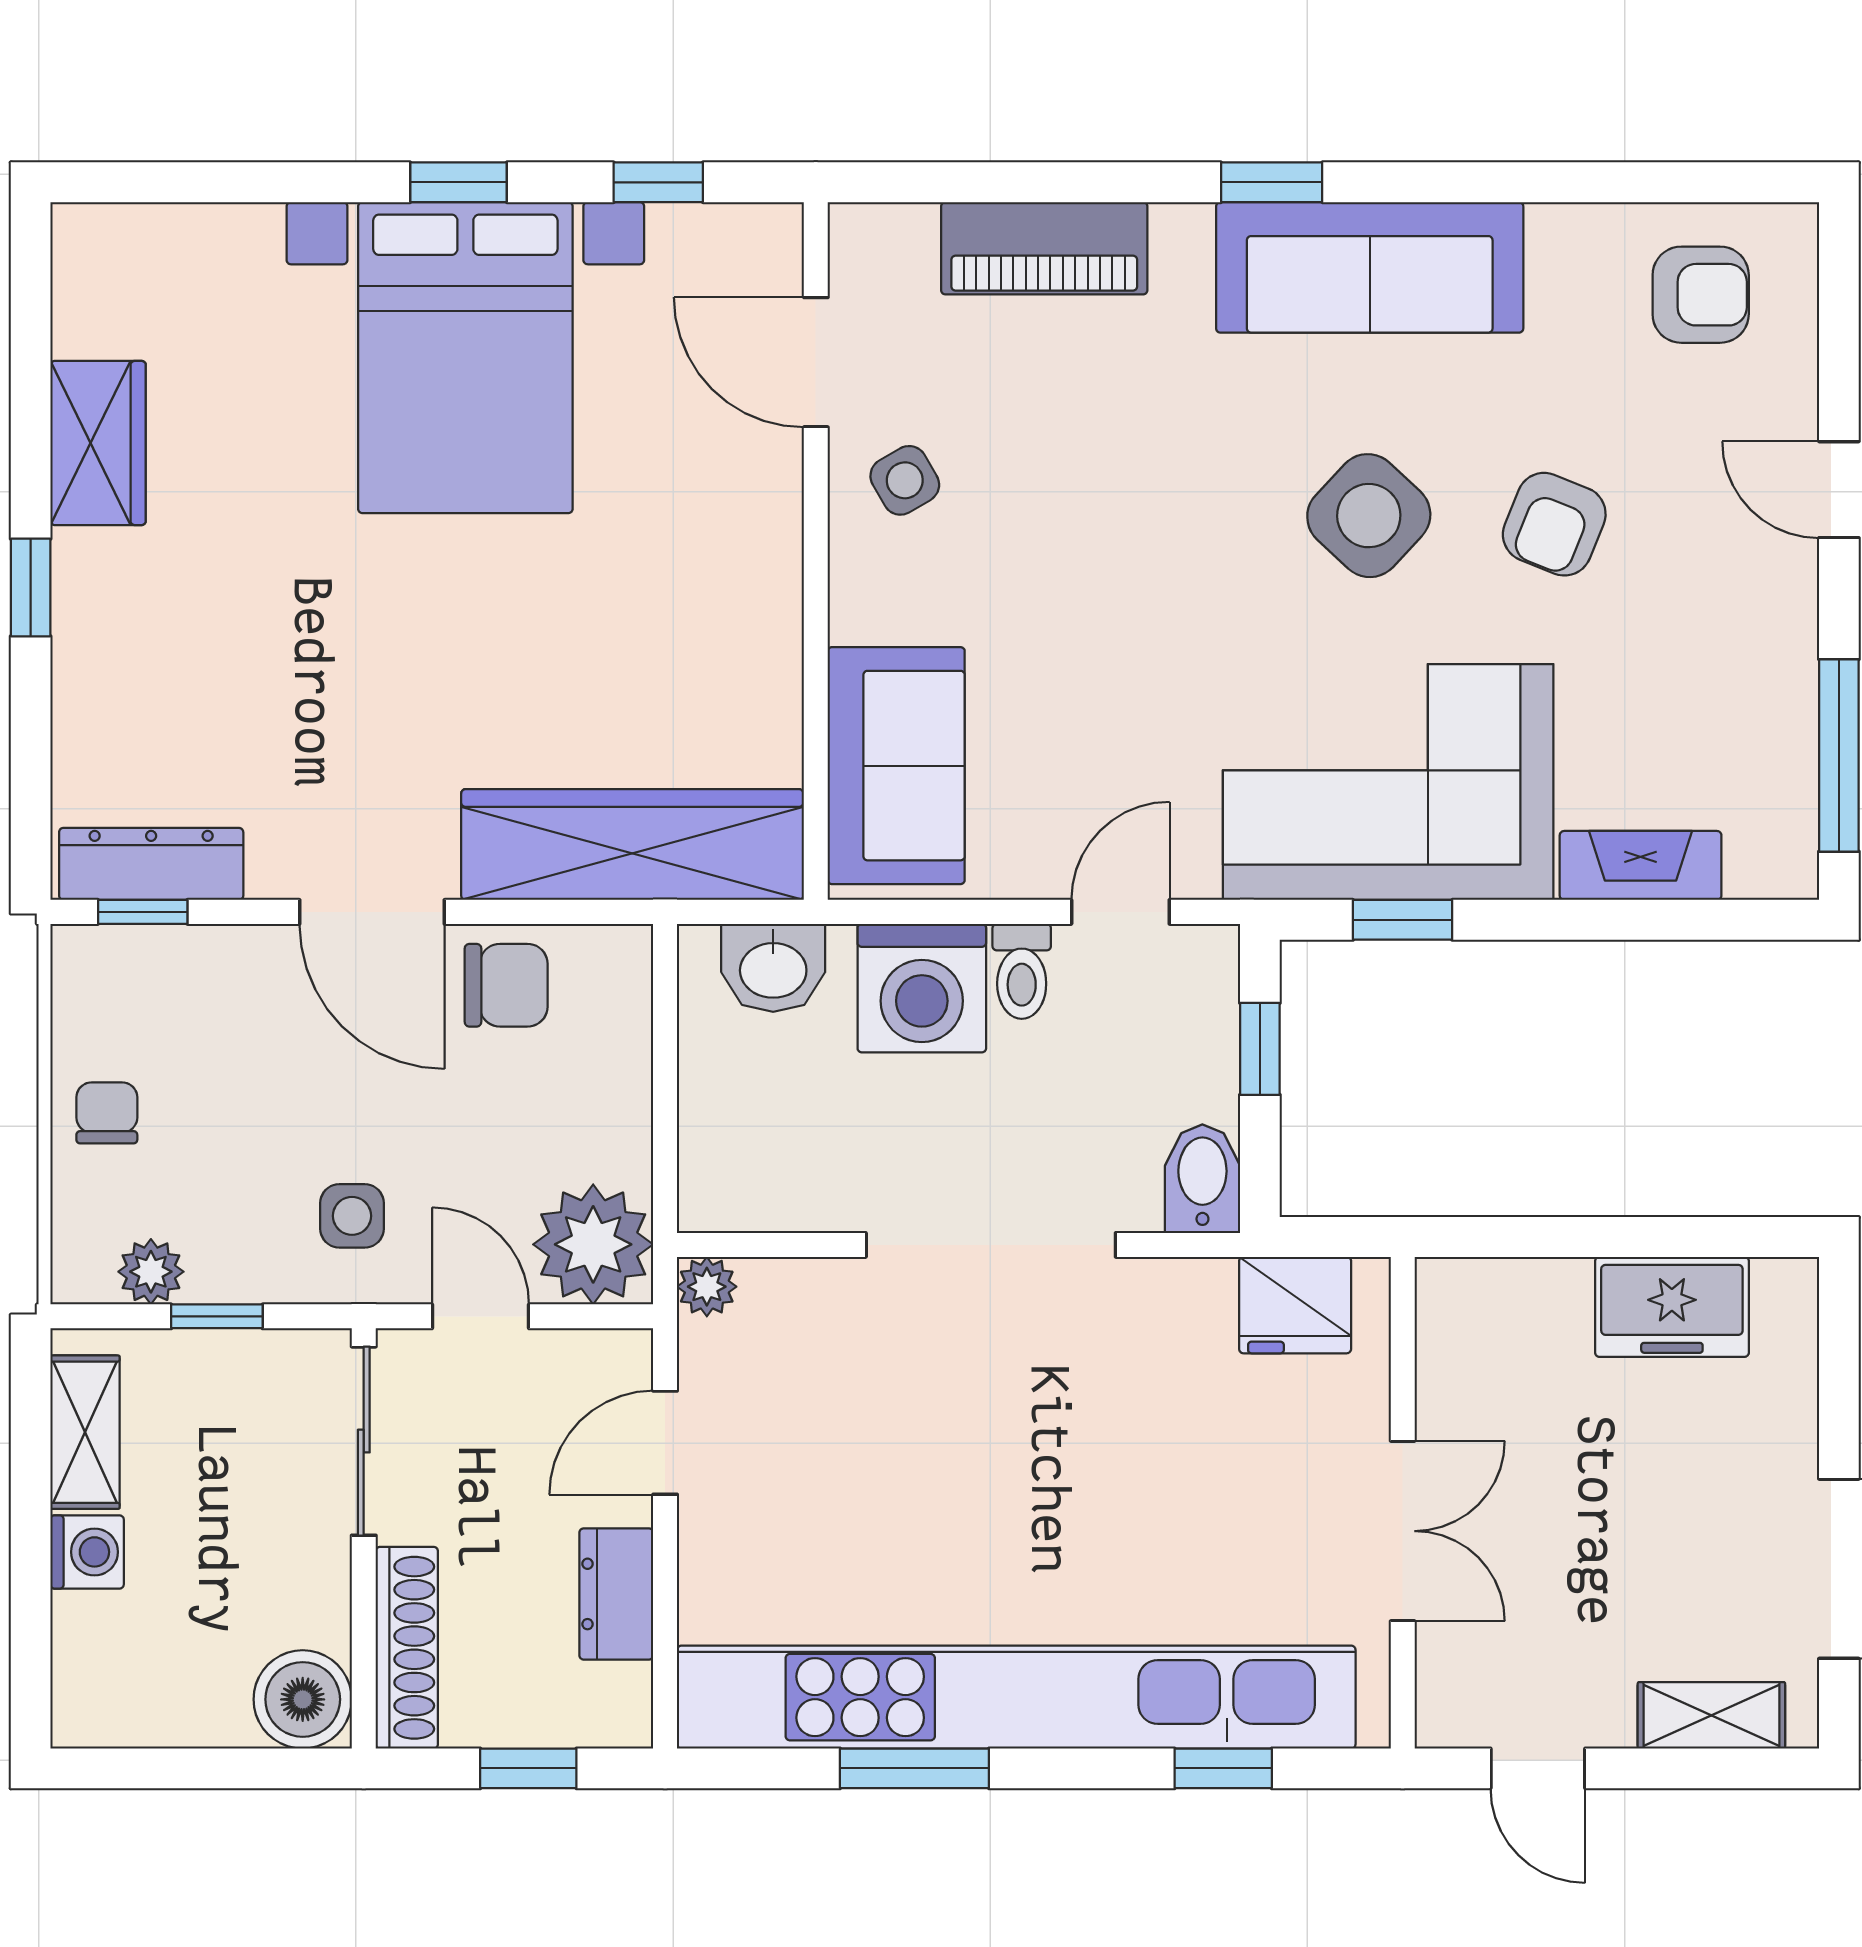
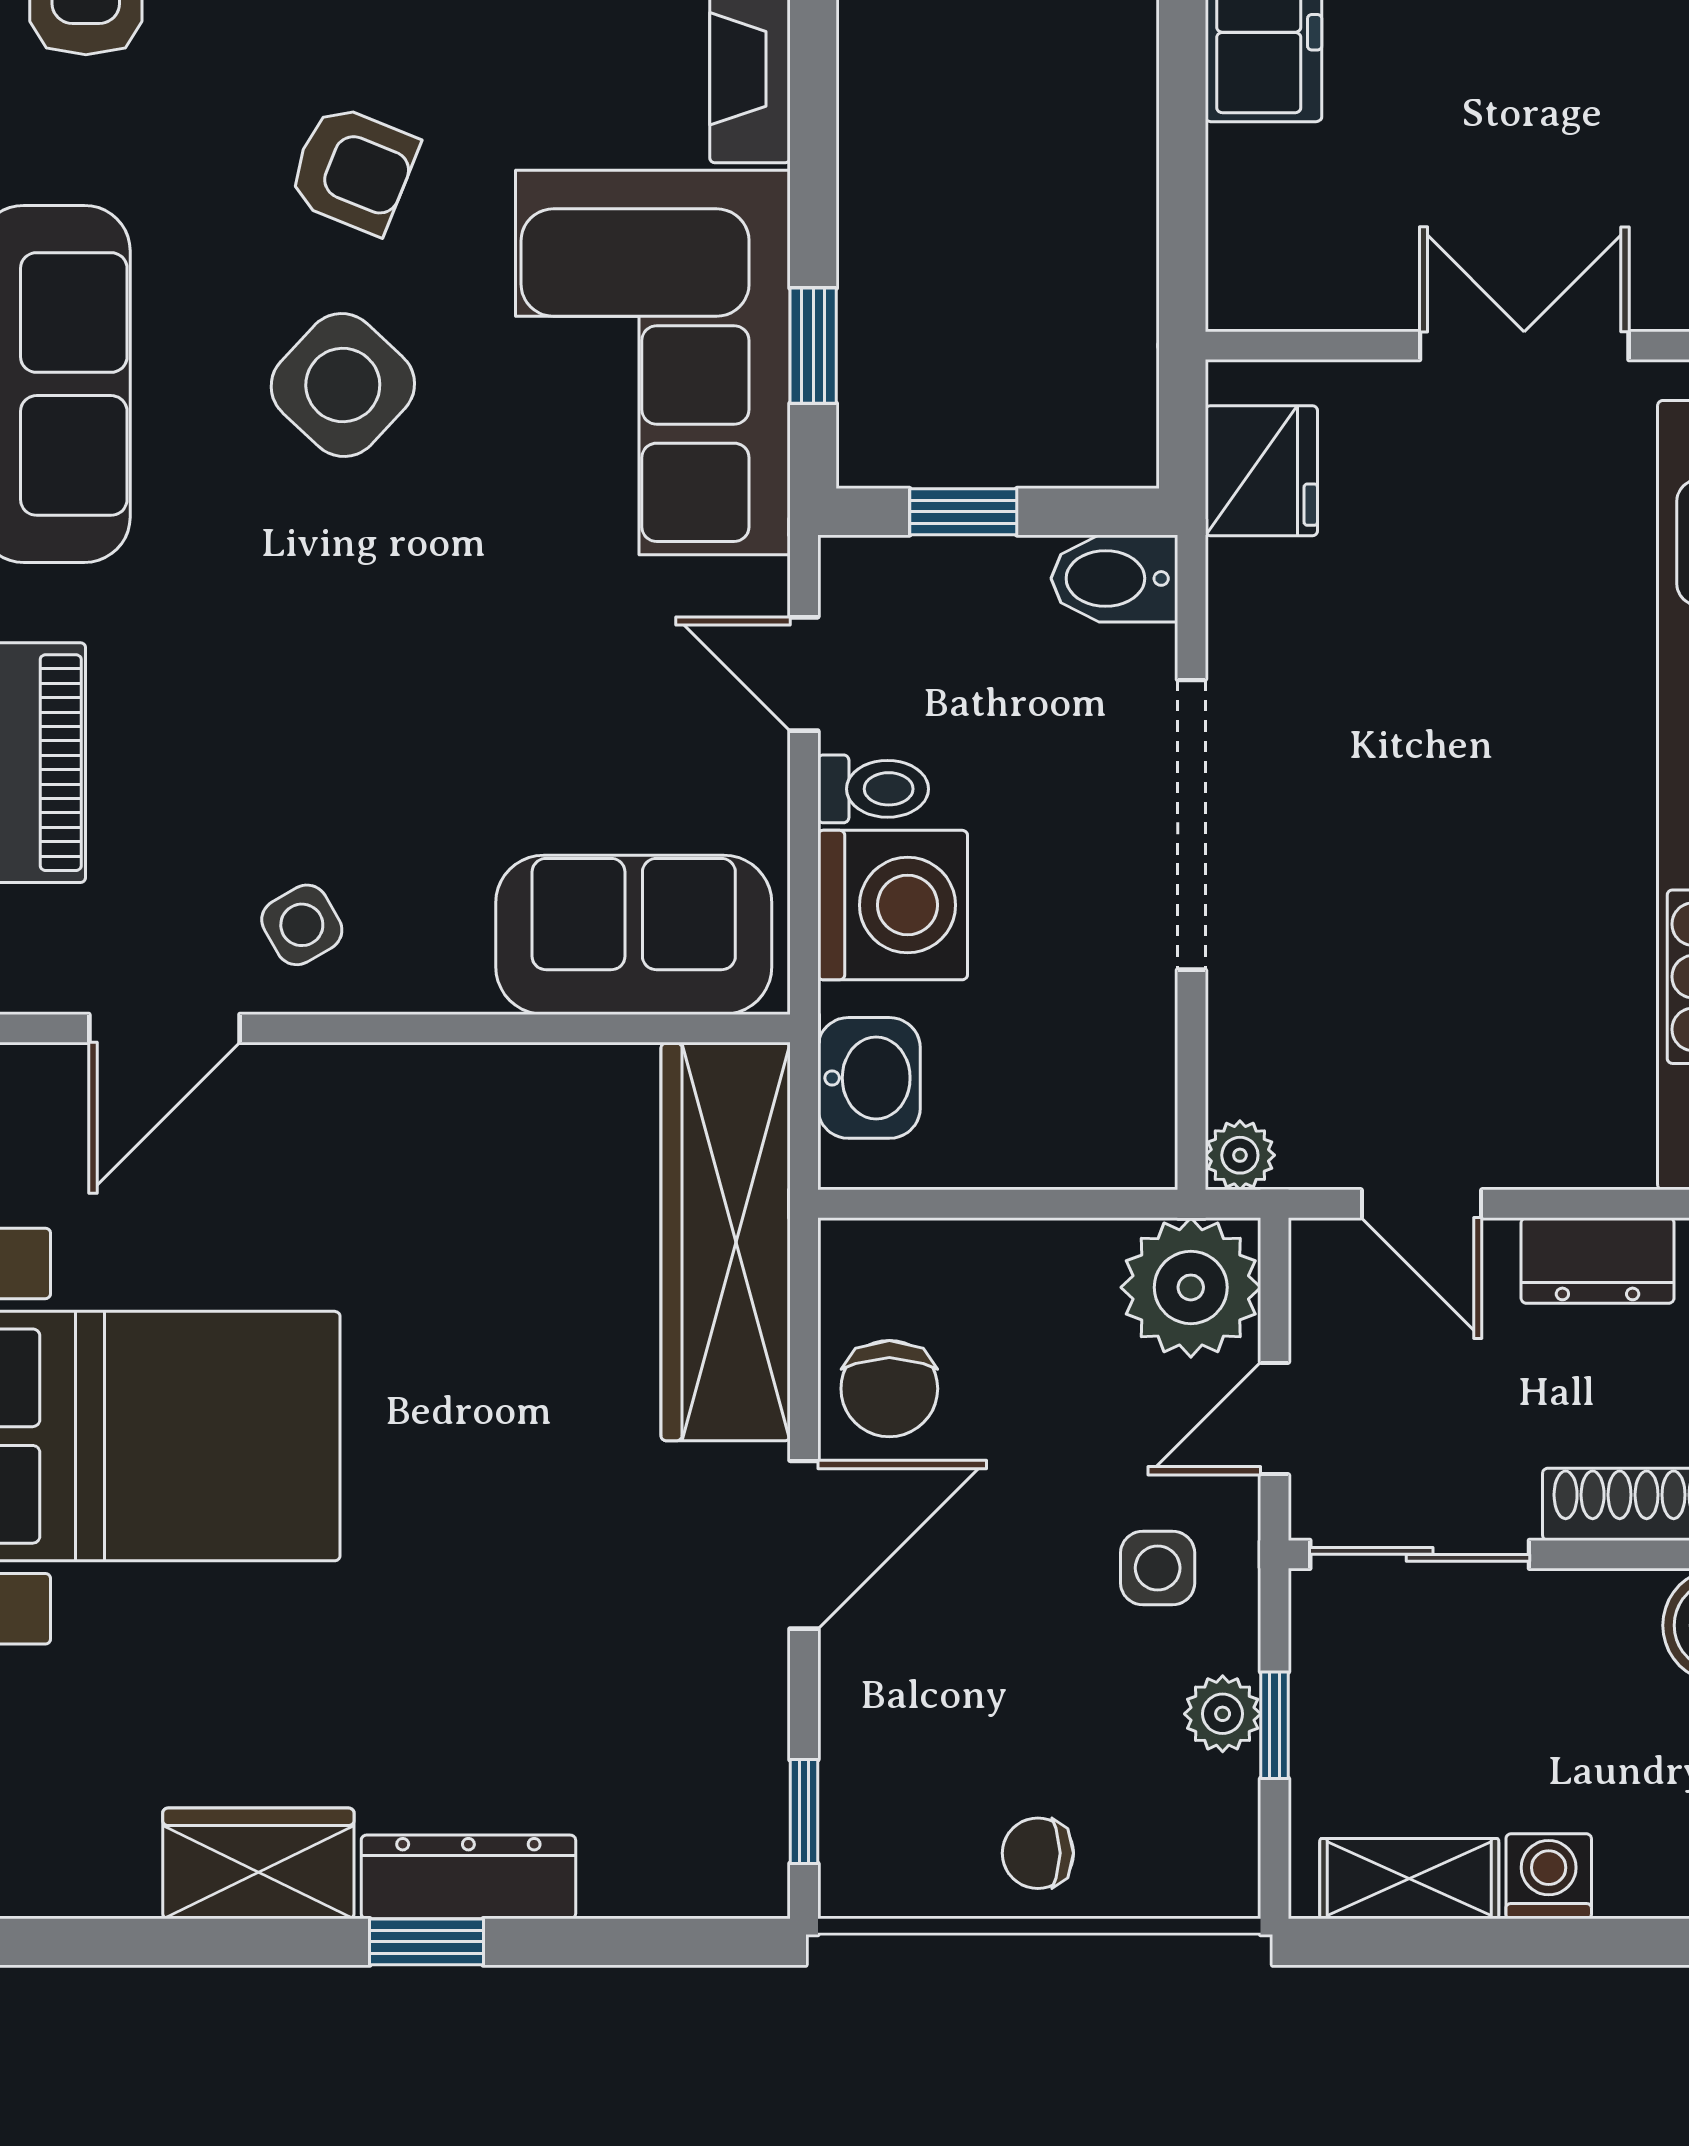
dresser: (151, 864) -> (468, 1877), moved, turned 90
chair: (506, 985) -> (889, 1389), turned 180
plant: (151, 1272) -> (1223, 1714), moved

